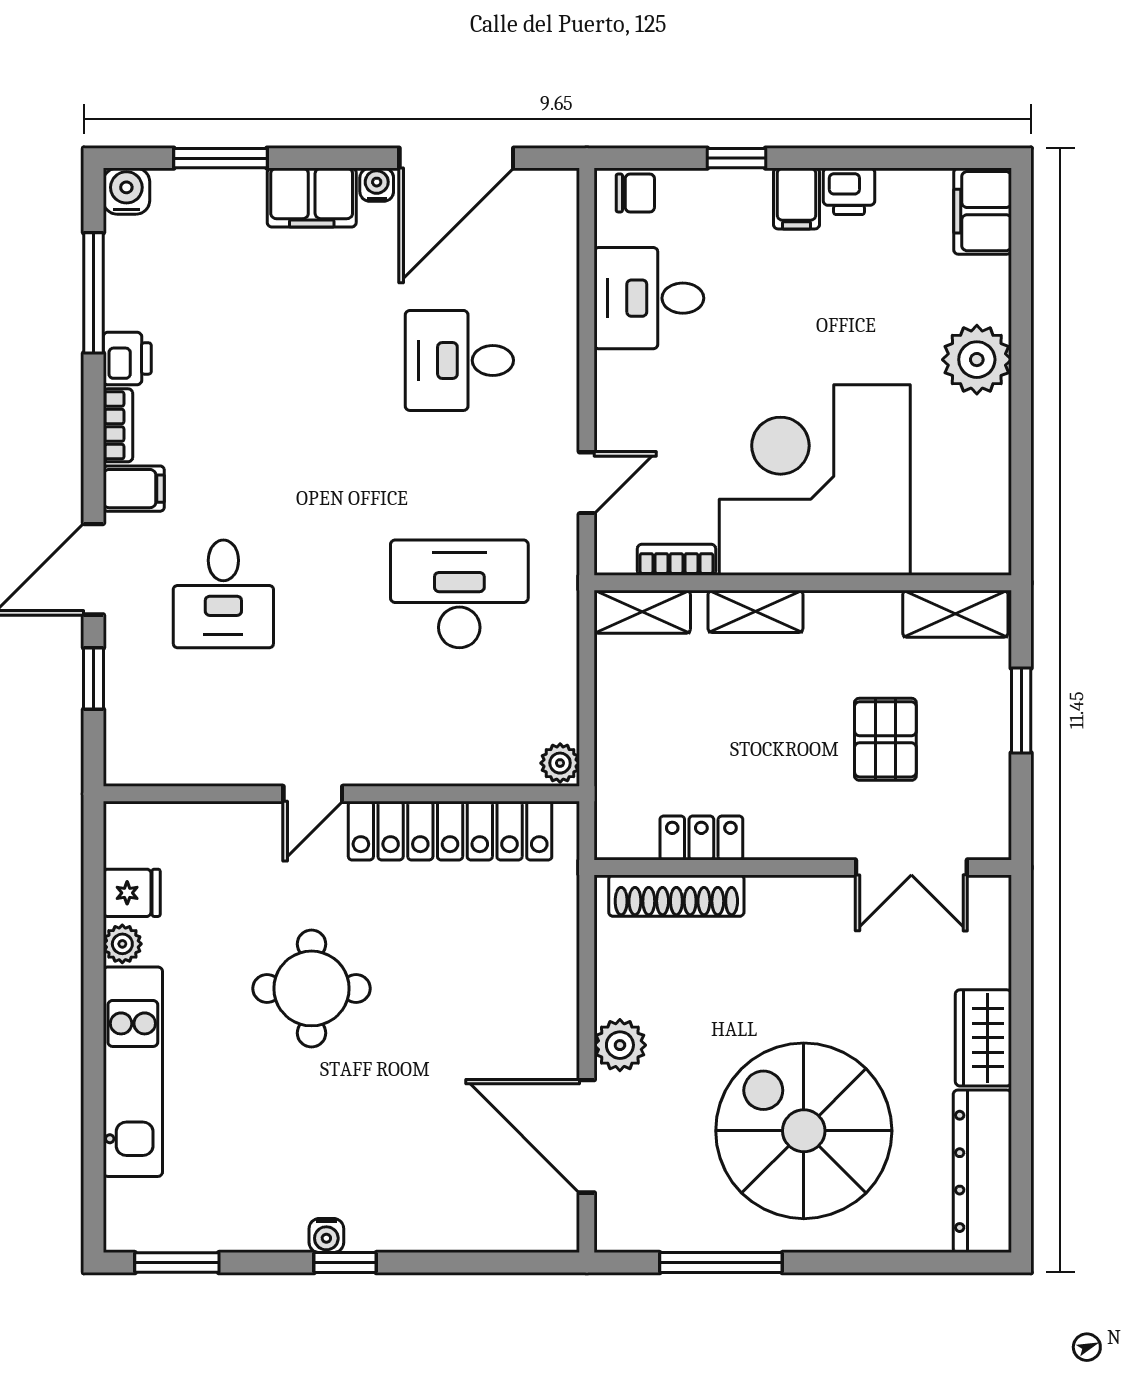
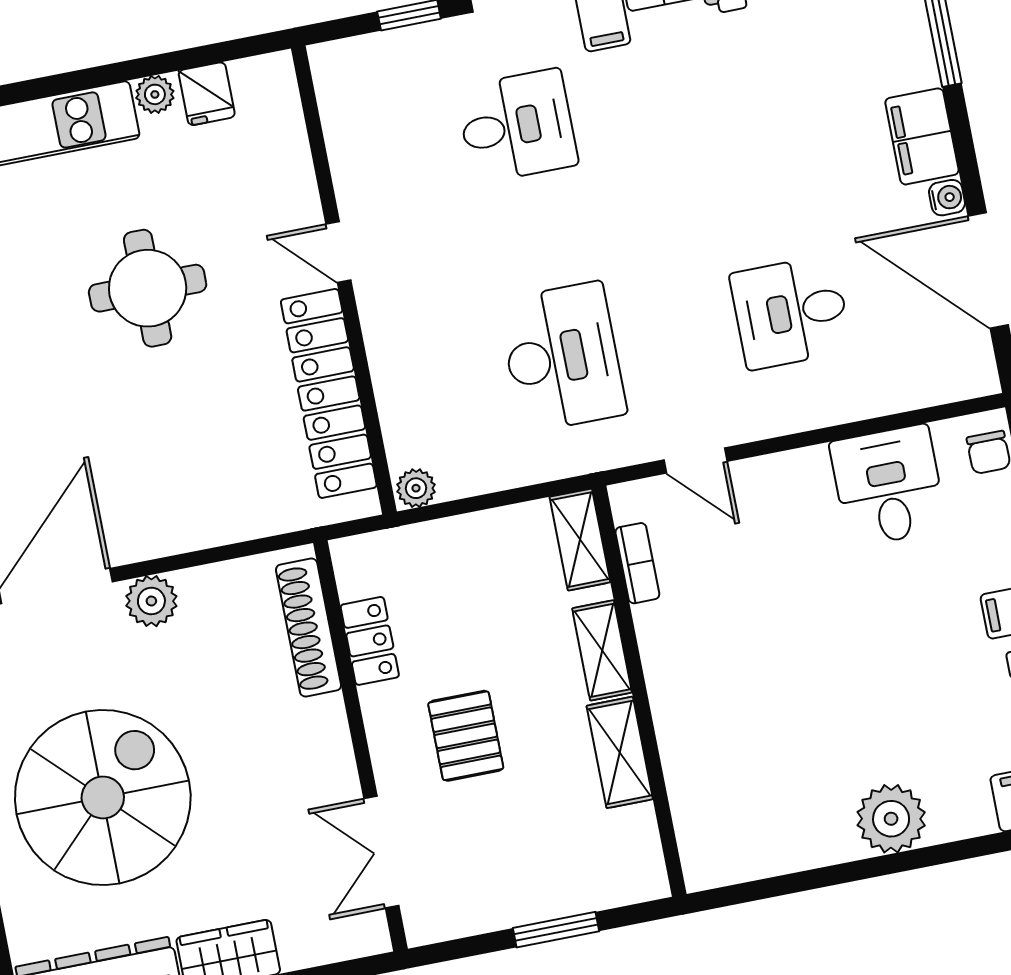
desk: (459, 360) -> (791, 312), turned -90
corner desk: (815, 480) -> (742, 683), removed
desk: (223, 594) -> (517, 126), turned 180
shelving: (955, 614) -> (620, 752), moved
pallet: (885, 739) -> (466, 736), moved, turned 90

